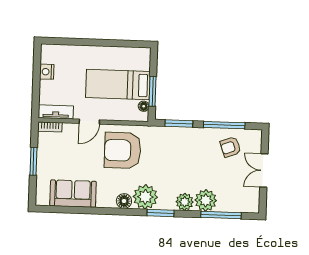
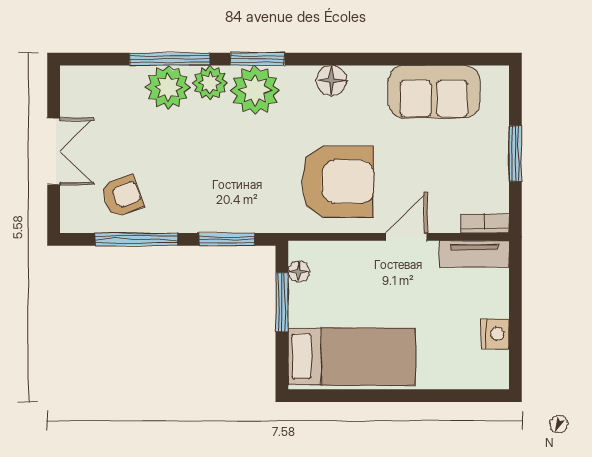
bed: (118, 85) -> (352, 357), moved
plant: (145, 197) -> (255, 90), moved
window: (221, 215) -> (170, 59), moved

